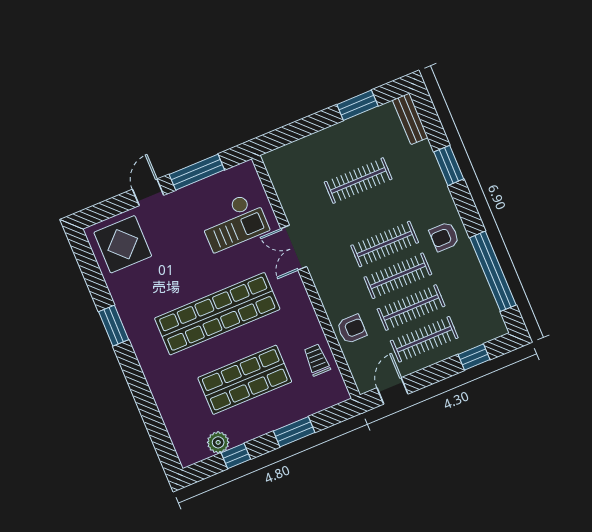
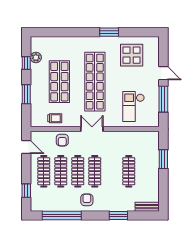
window: (357, 105) -> (163, 159), moved
display table: (123, 244) -> (132, 55), moved
double door: (294, 248) -> (92, 129), moved

